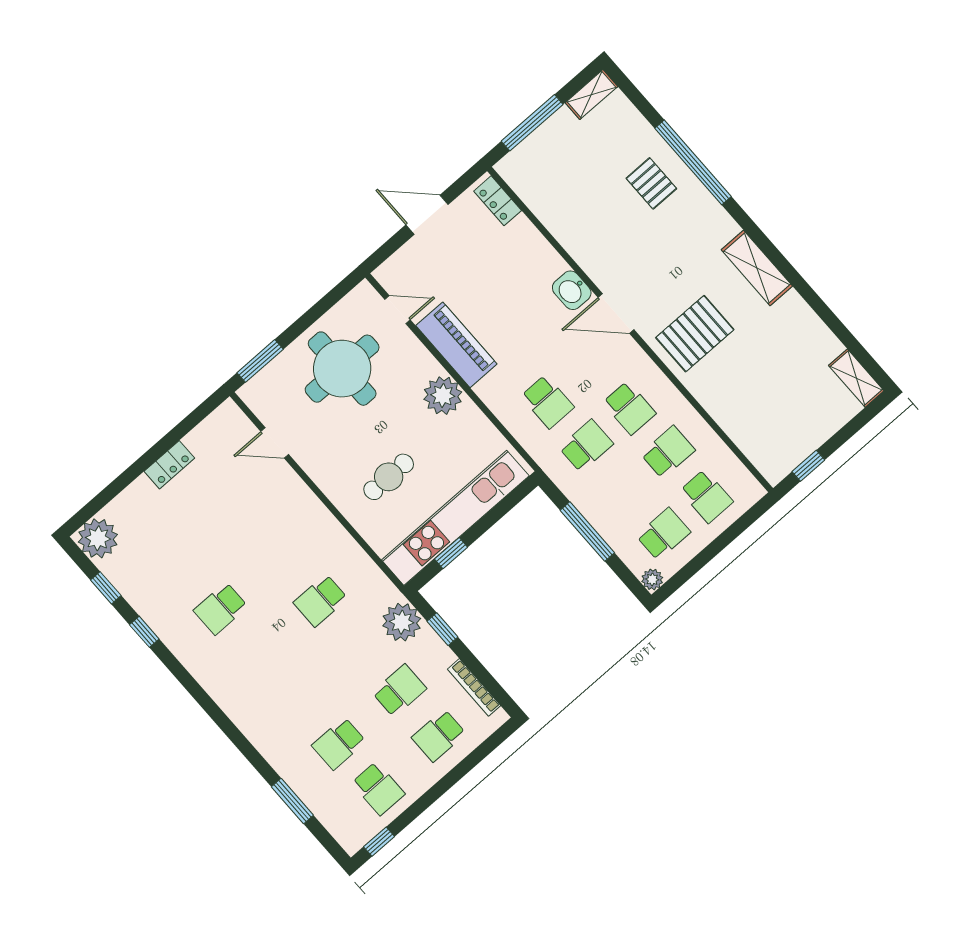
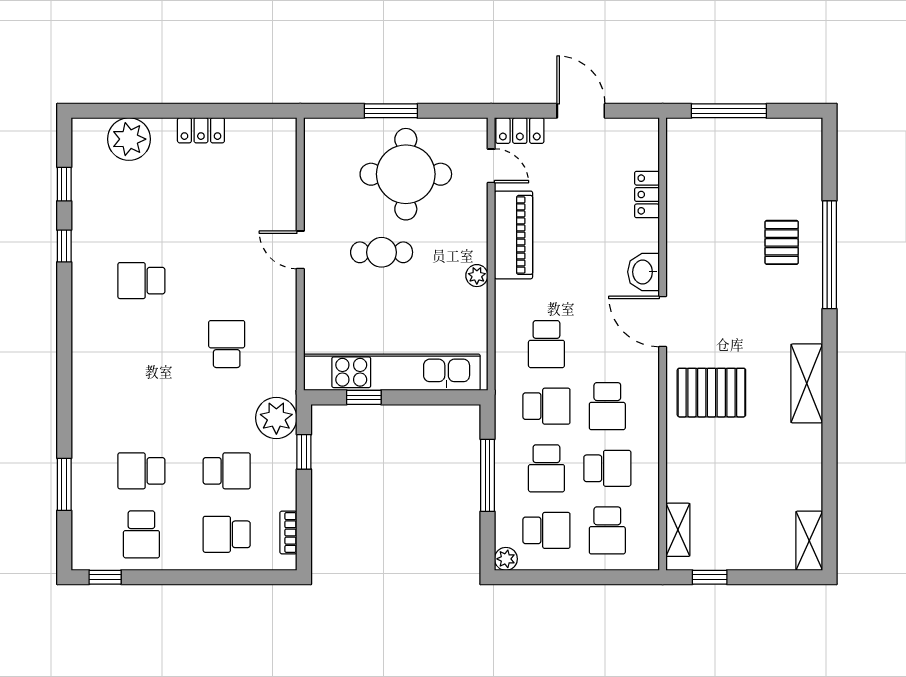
shelving: (591, 95) -> (678, 530), moved, turned 90
locker: (498, 201) -> (647, 195), moved
locker: (396, 267) -> (520, 131), added
window: (260, 361) -> (391, 111), moved
plant: (443, 396) -> (477, 276), width x0.53, depth x0.53
door: (275, 443) -> (300, 250), moved
cafe table: (389, 477) -> (382, 252), moved
school desk: (625, 490) -> (546, 468), added
plant: (98, 538) -> (129, 139), moved
school desk: (321, 600) -> (227, 344), turned 90
bookcase: (474, 687) -> (288, 532), width x0.64

